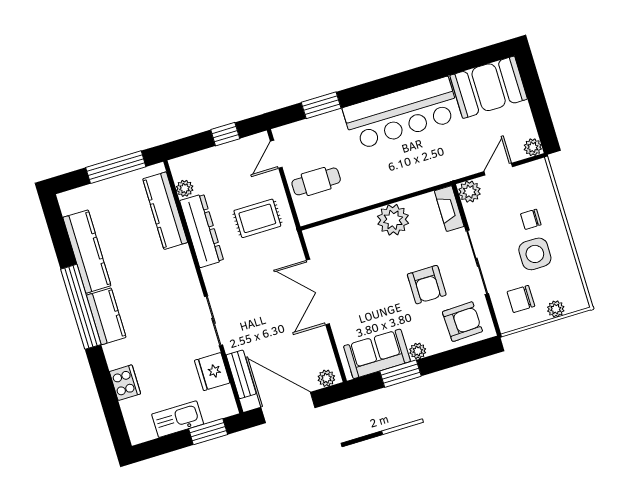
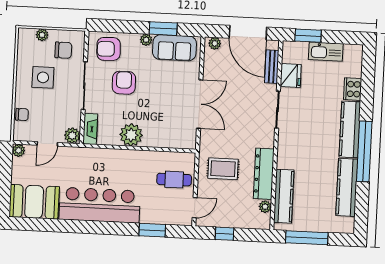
chair: (531, 219) -> (22, 115), moved
kitchen counter: (106, 316) -> (350, 129), width x1.50

